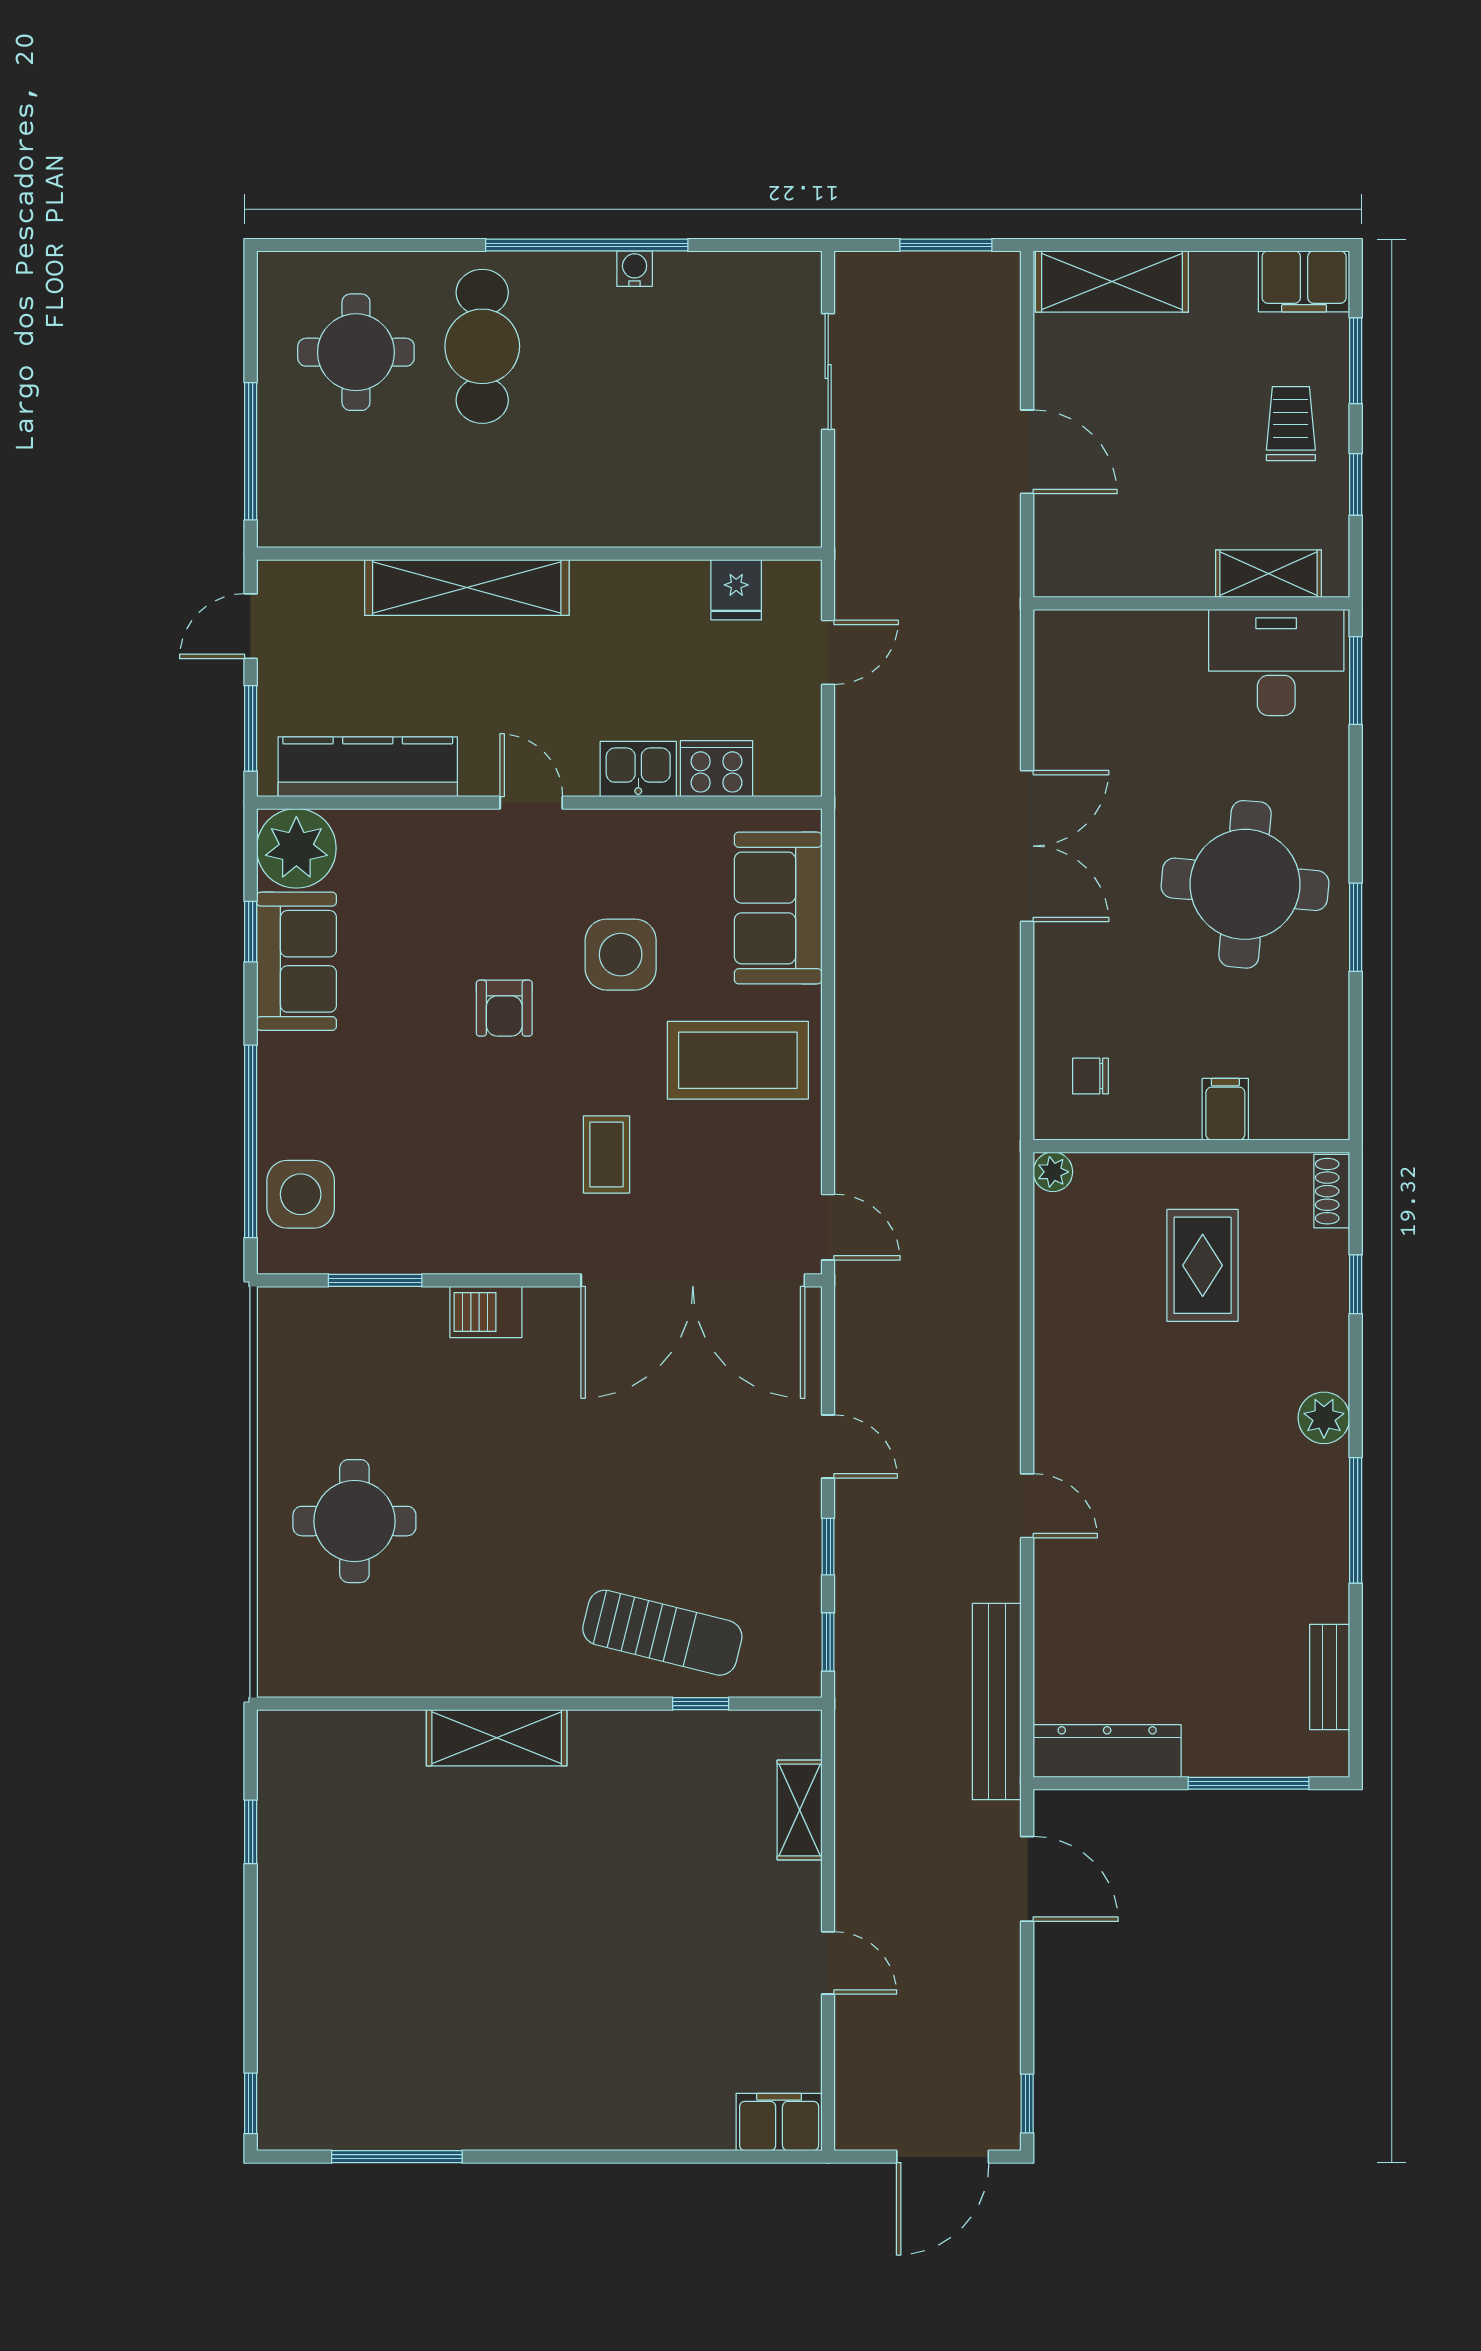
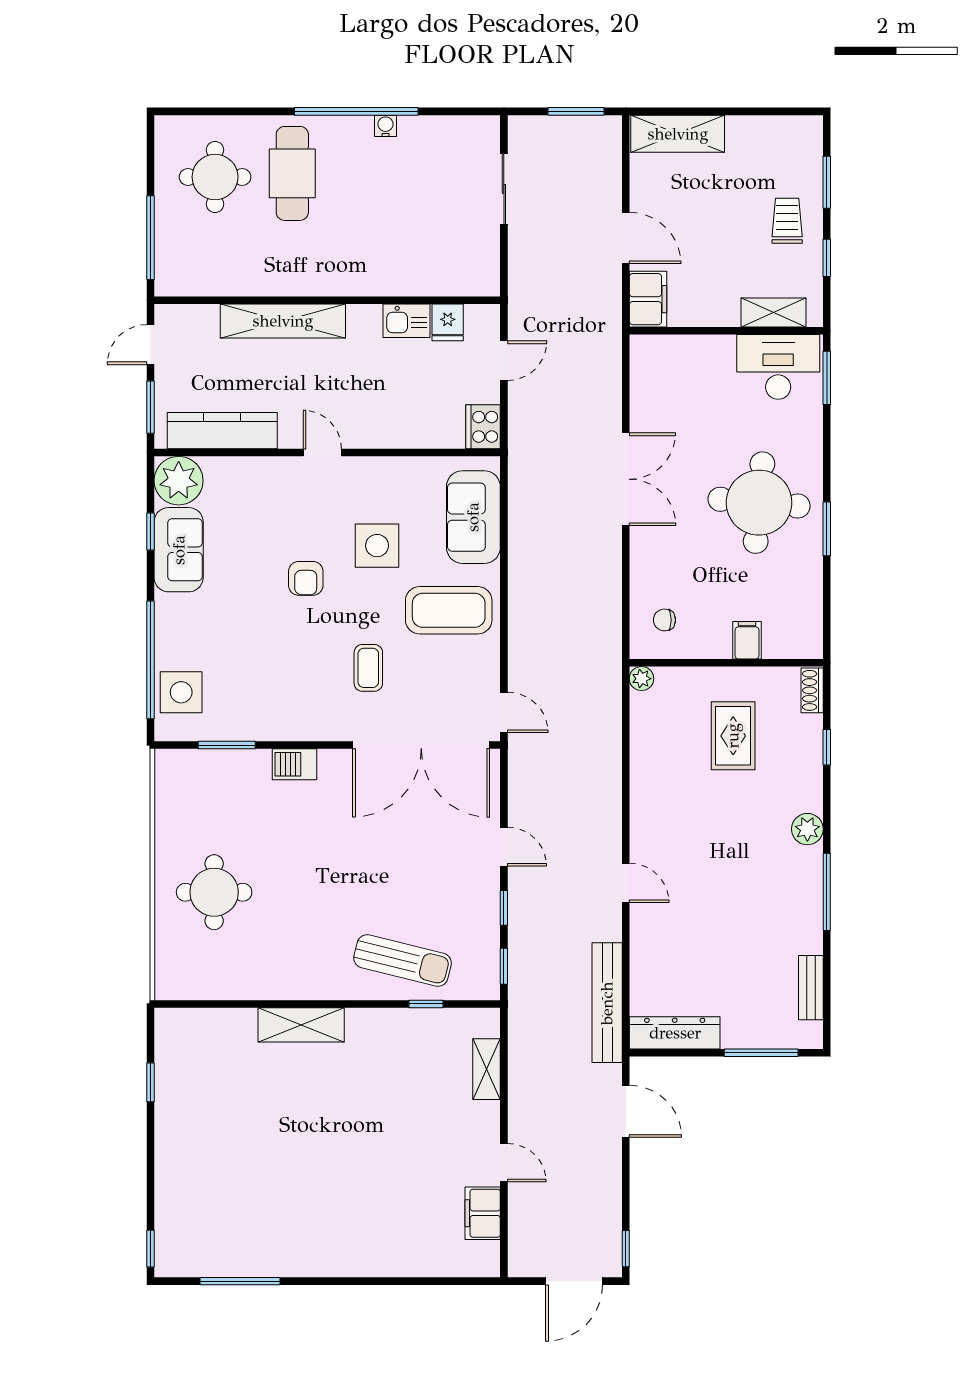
filing cabinet: (1304, 281) -> (648, 299), moved, turned -90
kitchen sink: (638, 769) -> (406, 321), moved, turned 180
cooker: (717, 769) -> (483, 427), moved, turned -90
filing cabinet: (779, 2122) -> (483, 1213), moved, turned -90

